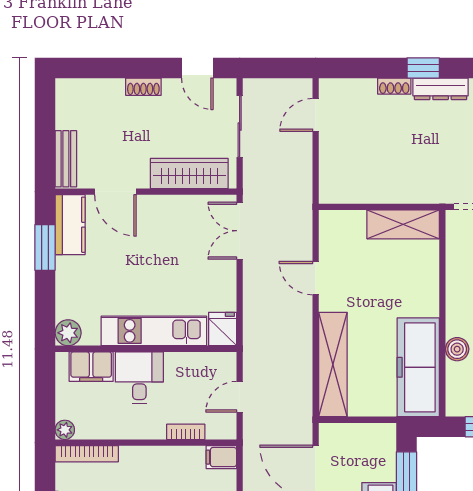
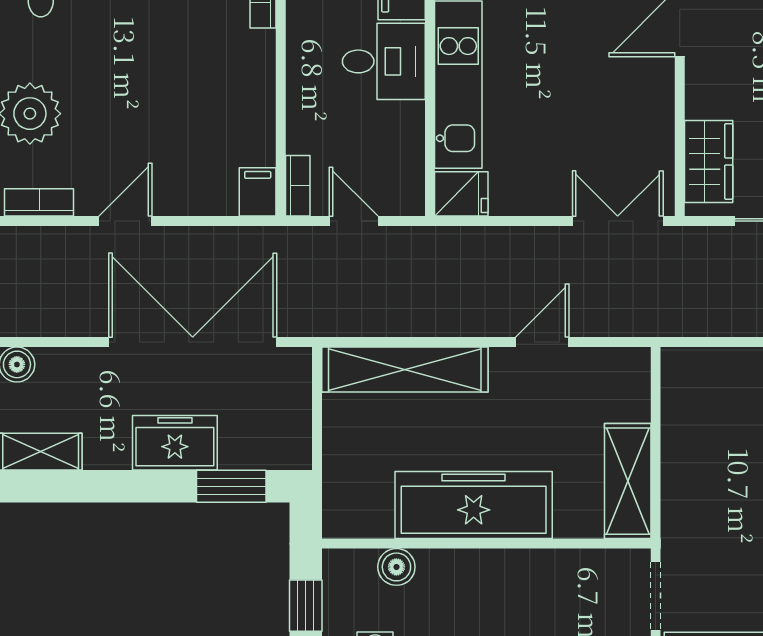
wardrobe: (189, 174) -> (709, 161), width x0.67
boiler: (457, 349) -> (396, 567), moved
freezer: (418, 367) -> (474, 505), moved
bookcase: (186, 432) -> (298, 186), moved

